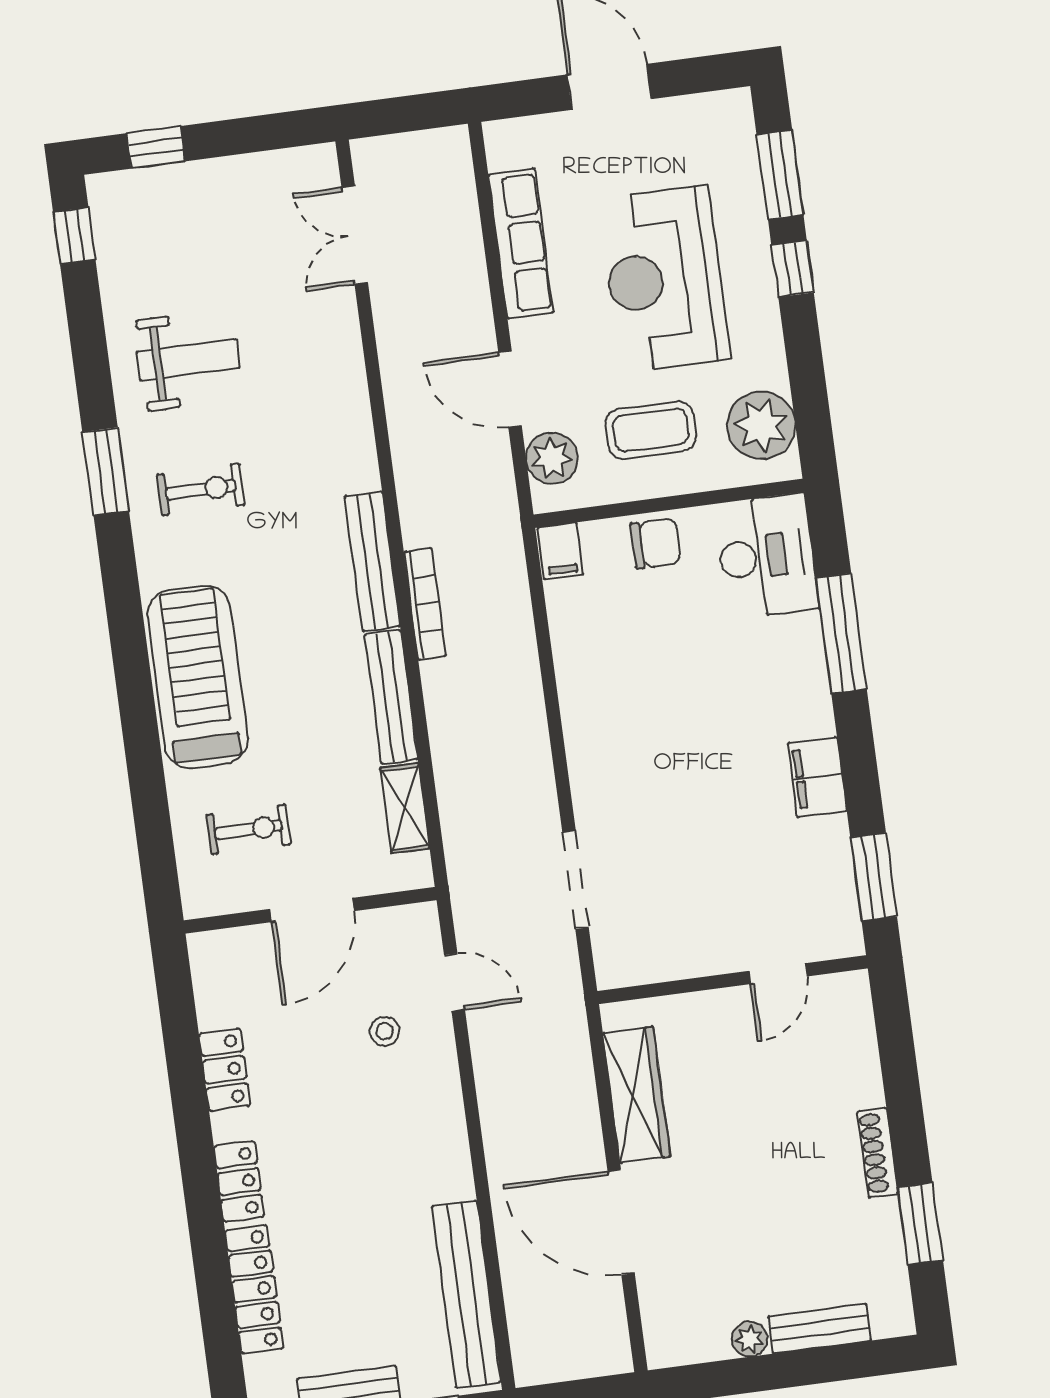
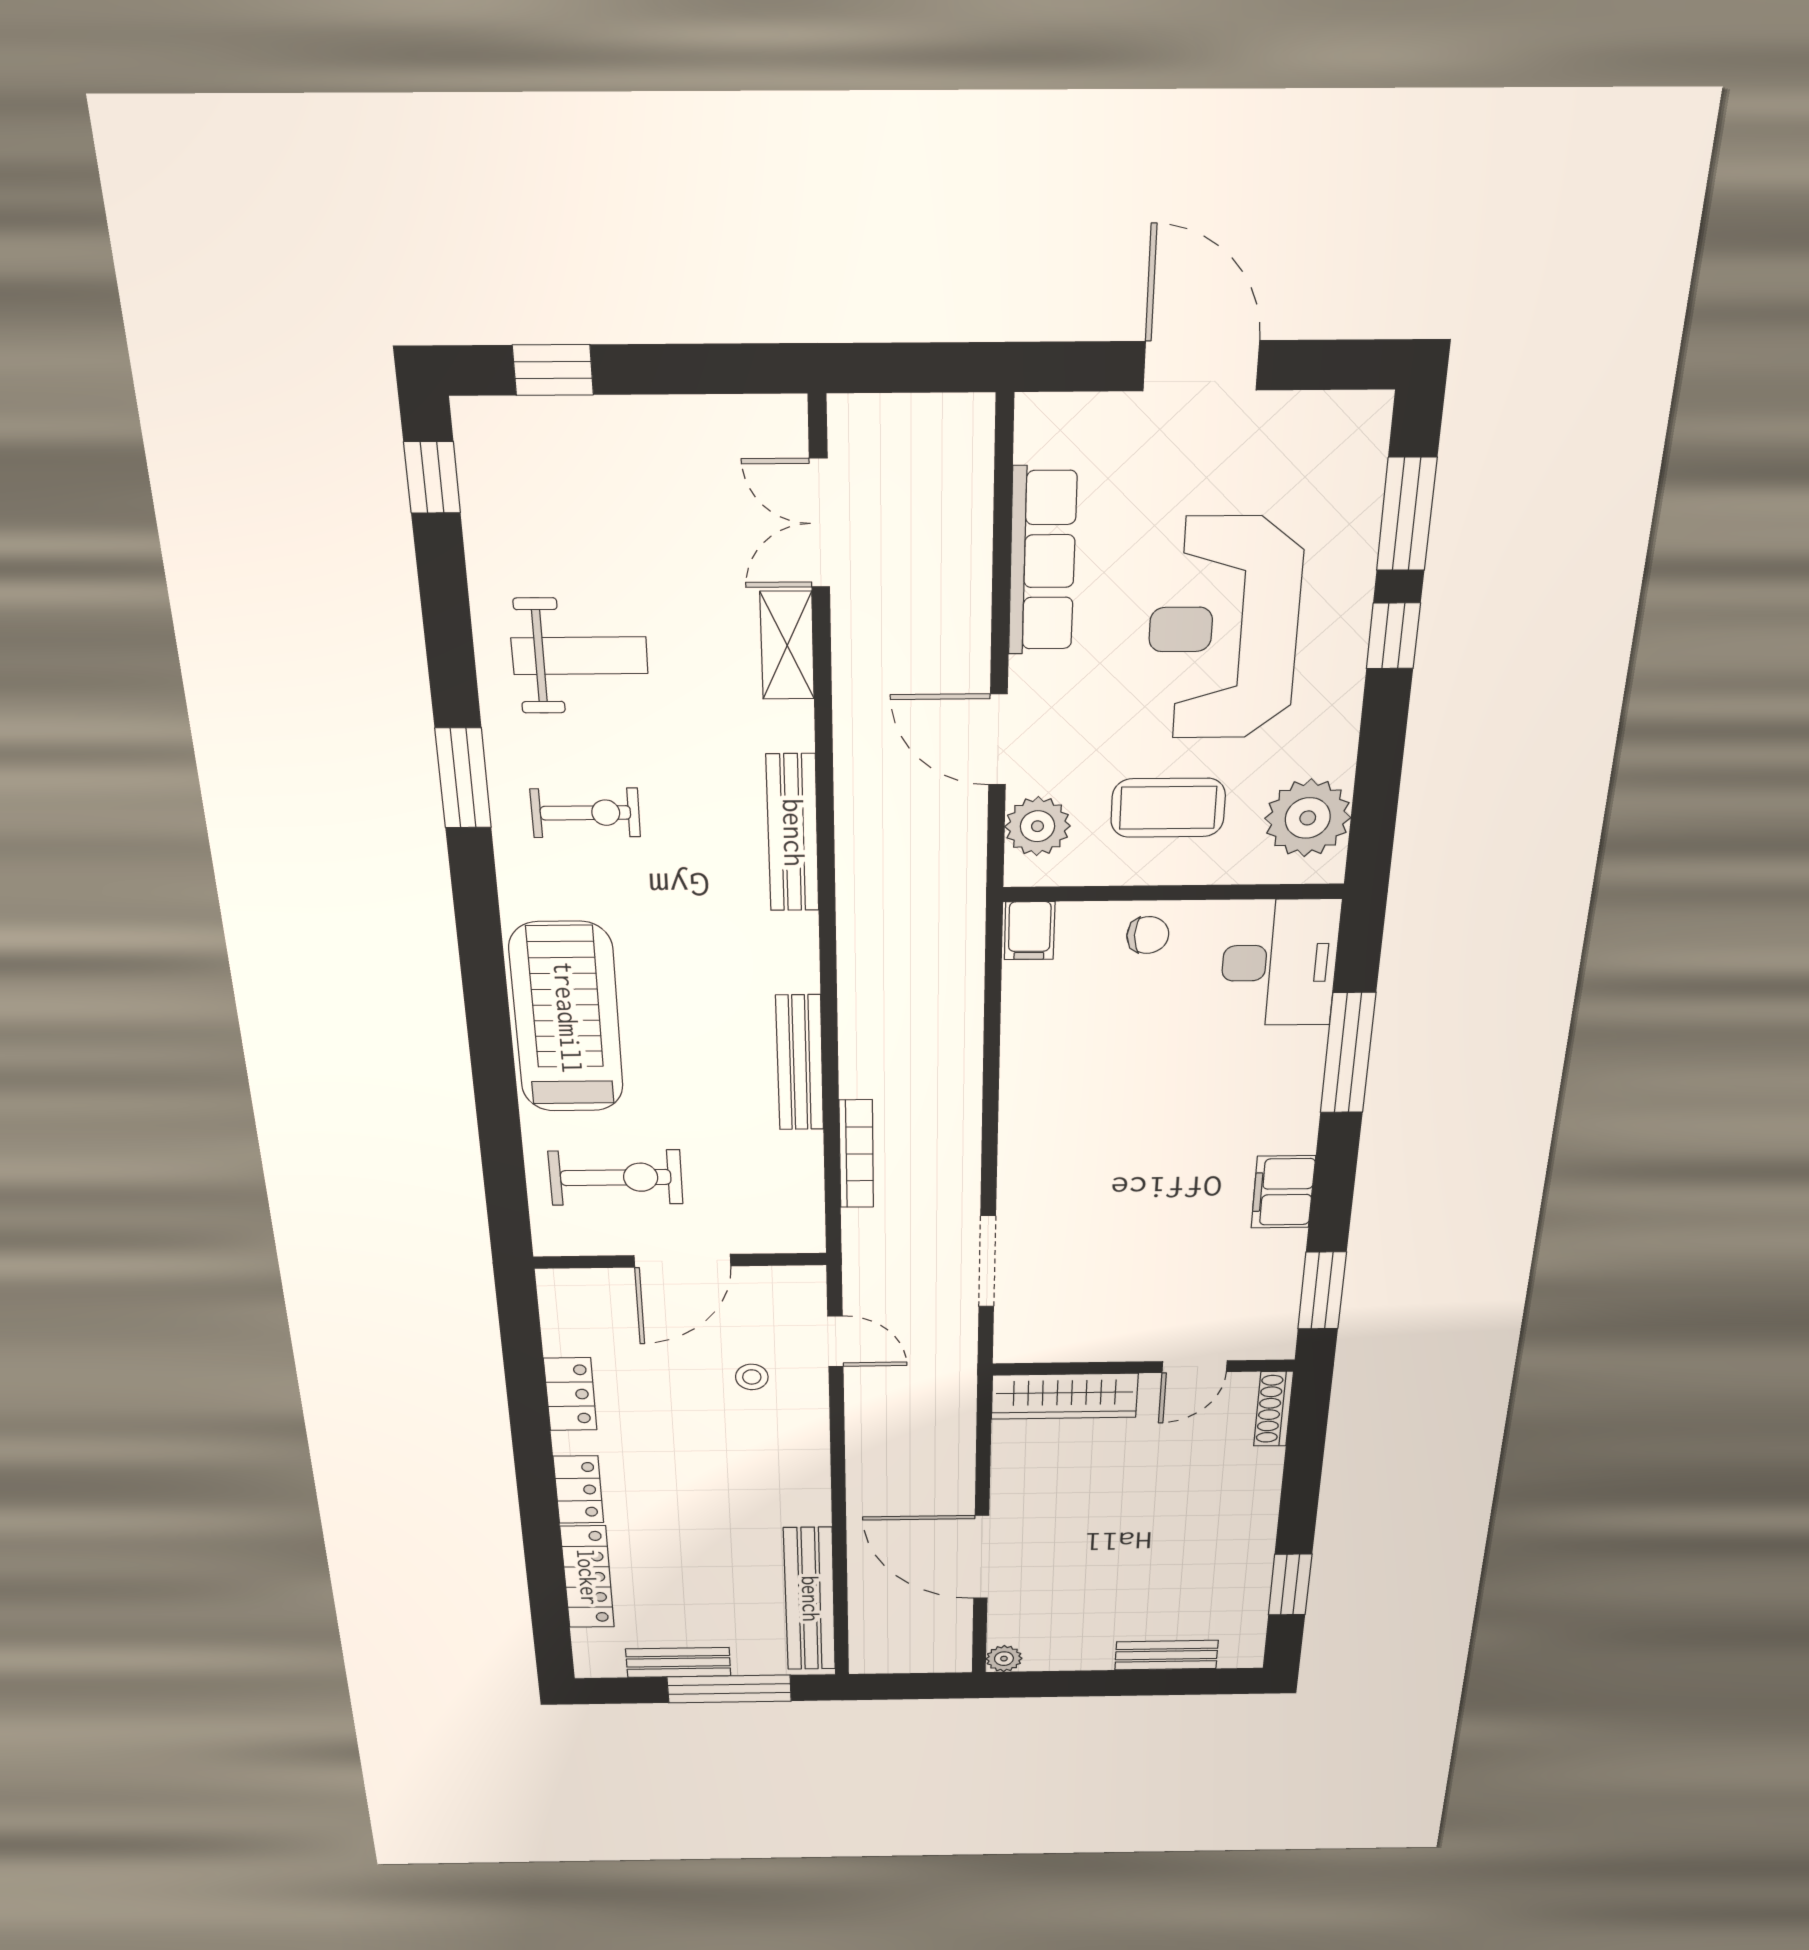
chair: (656, 543) -> (1148, 935), width x0.73, depth x0.73
bench: (372, 561) -> (793, 833), moved
bookcase: (425, 604) -> (856, 1154), moved
shelving: (405, 808) -> (787, 646), moved
exercise bike: (248, 829) -> (616, 1178), width x1.38, depth x1.39
wardrobe: (637, 1095) -> (1064, 1396), moved, turned 90
shoe rack: (878, 1153) -> (1273, 1409), moved
plant: (750, 1339) -> (1004, 1659), moved

